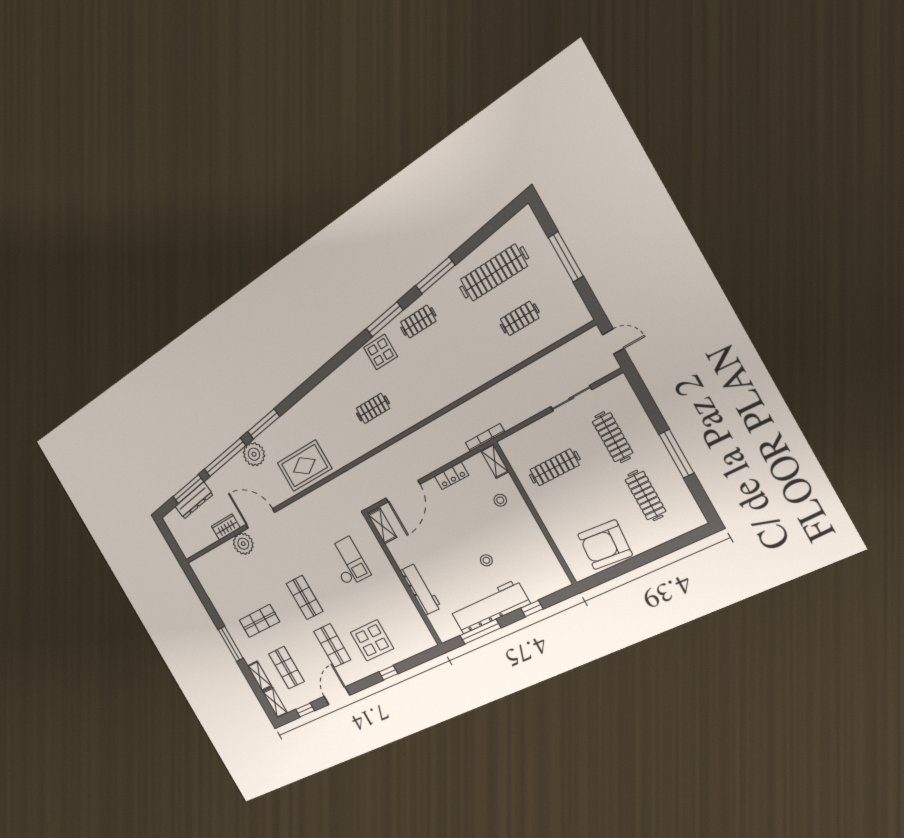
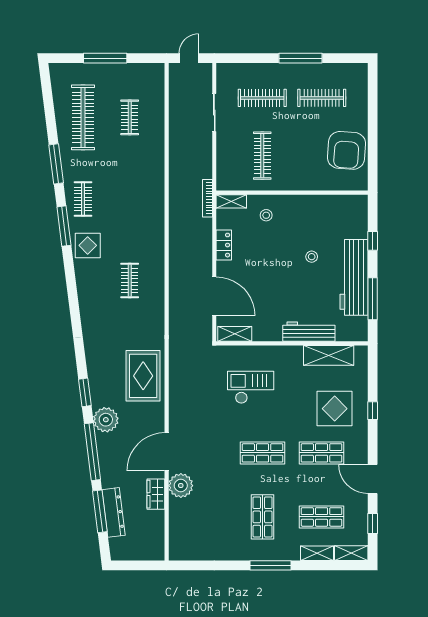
window: (264, 424) -> (85, 392), width x0.69
shelving: (411, 615) -> (329, 355), added

